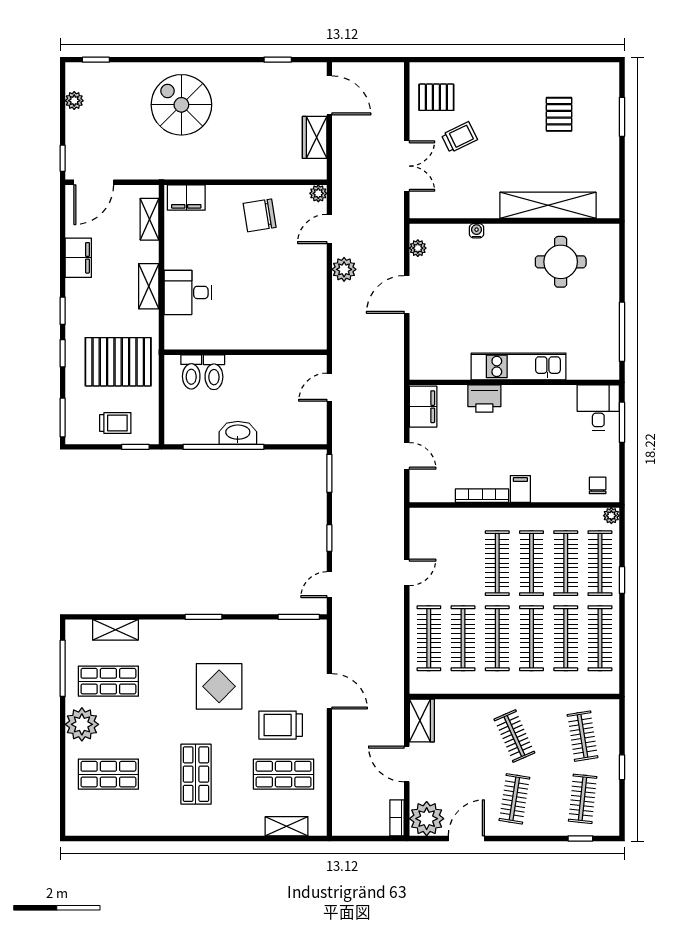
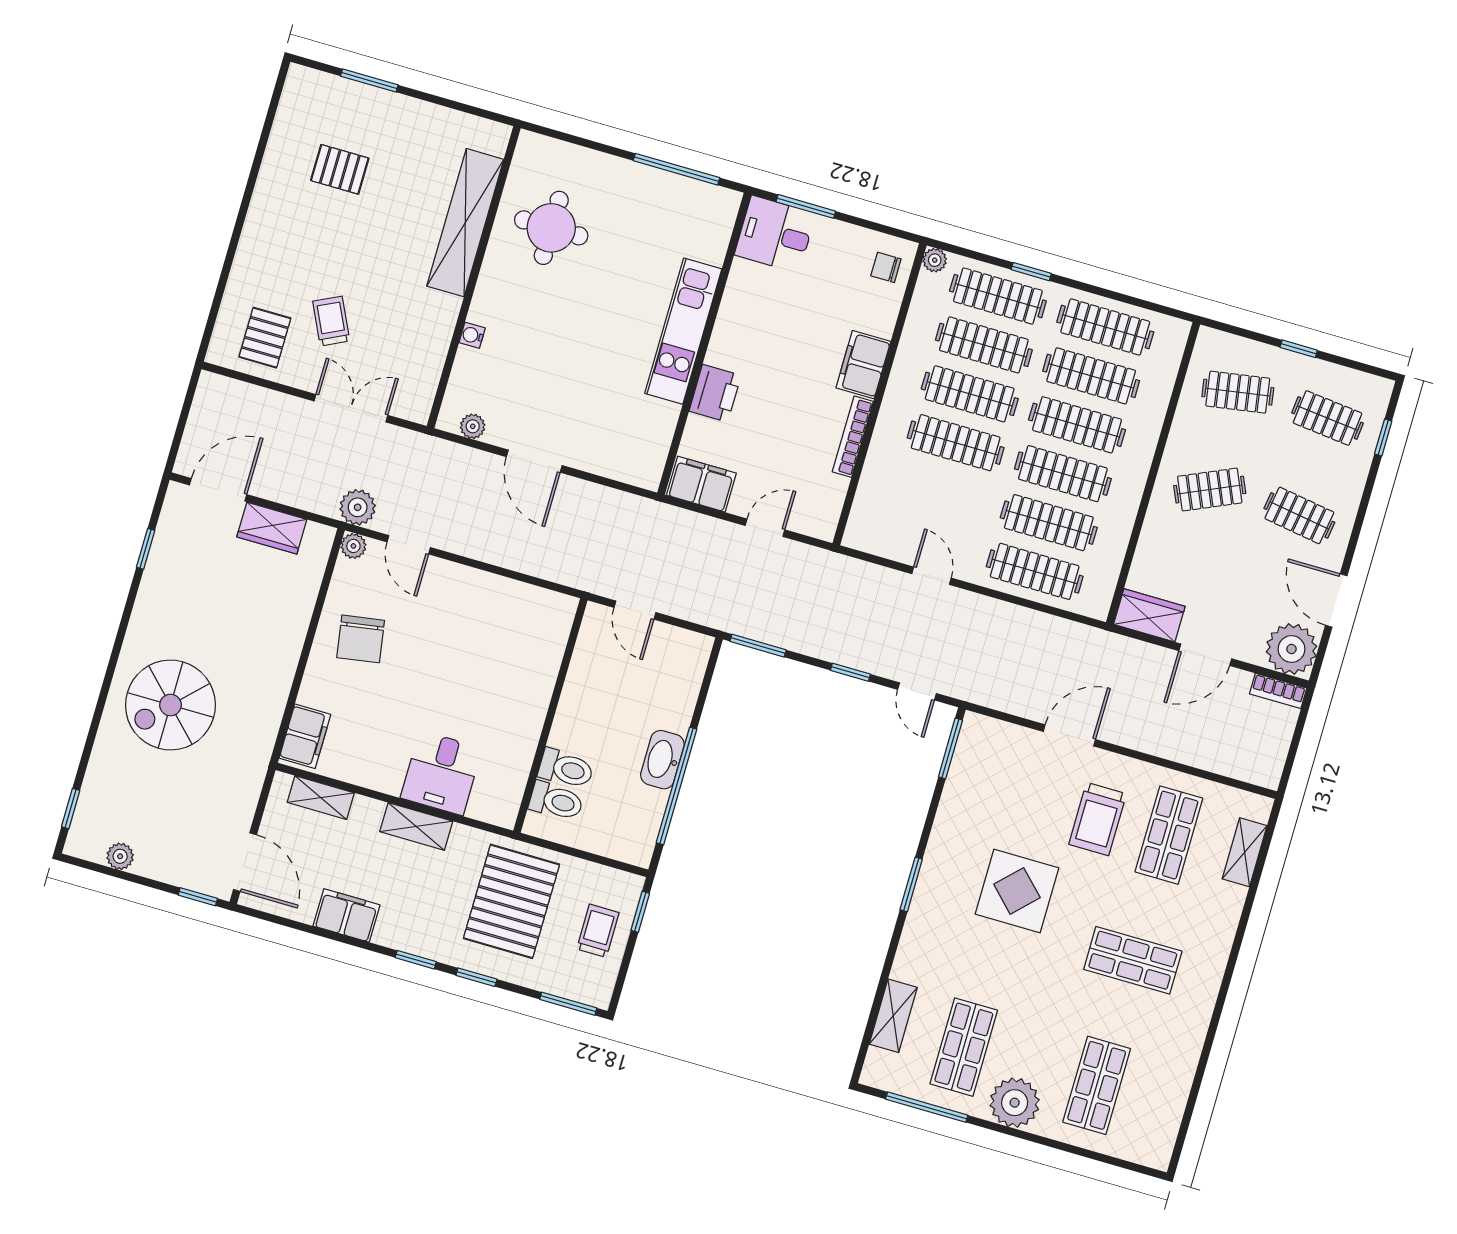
plant: (344, 269) -> (358, 507), moved
filing cabinet: (520, 489) -> (863, 365), width x2.00

